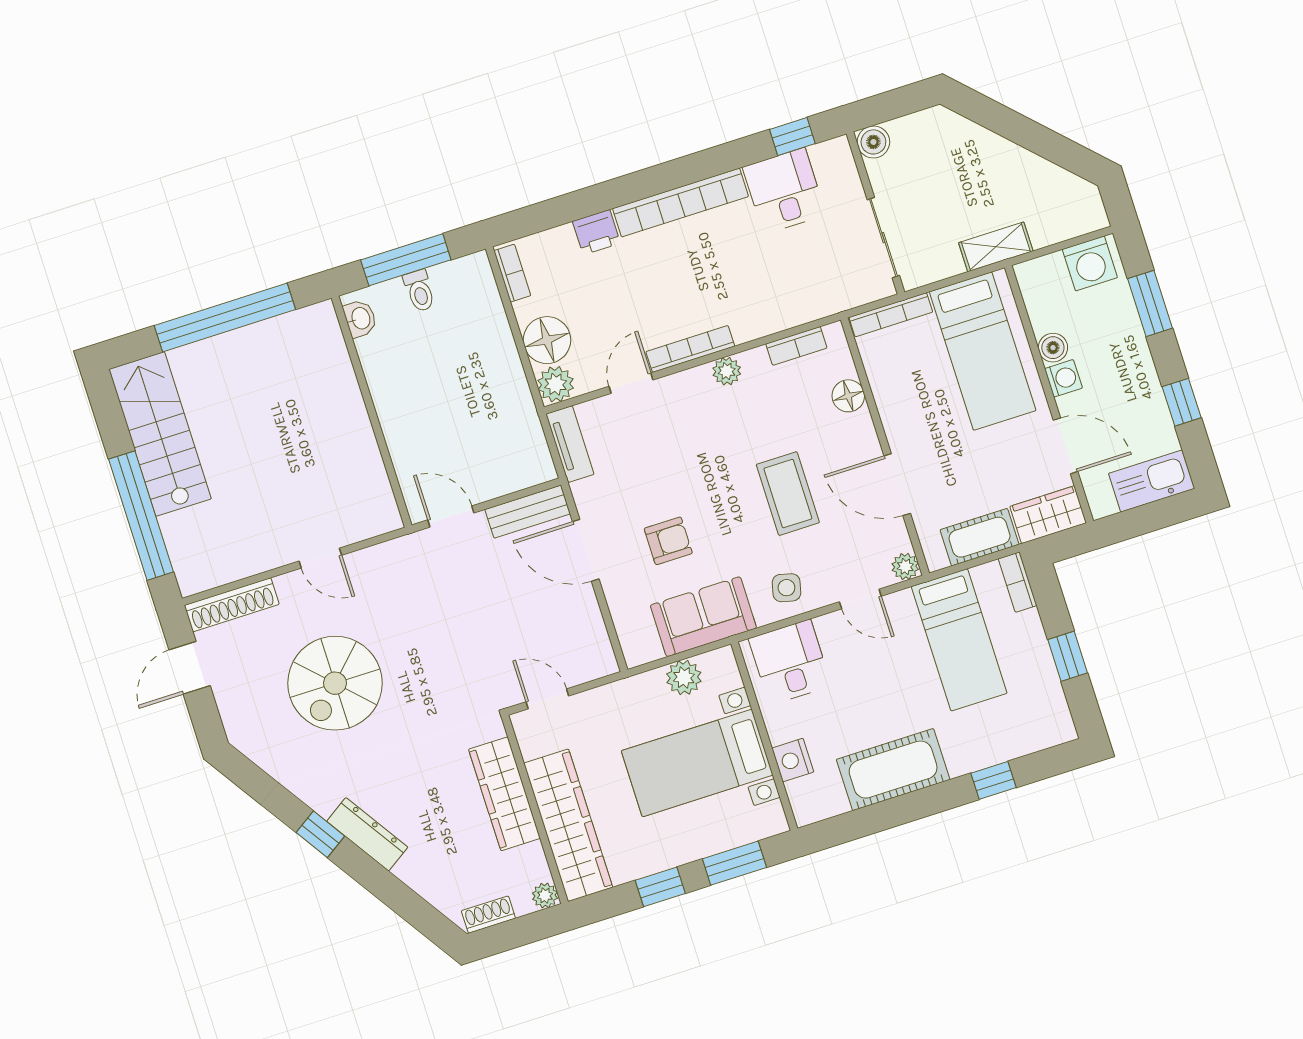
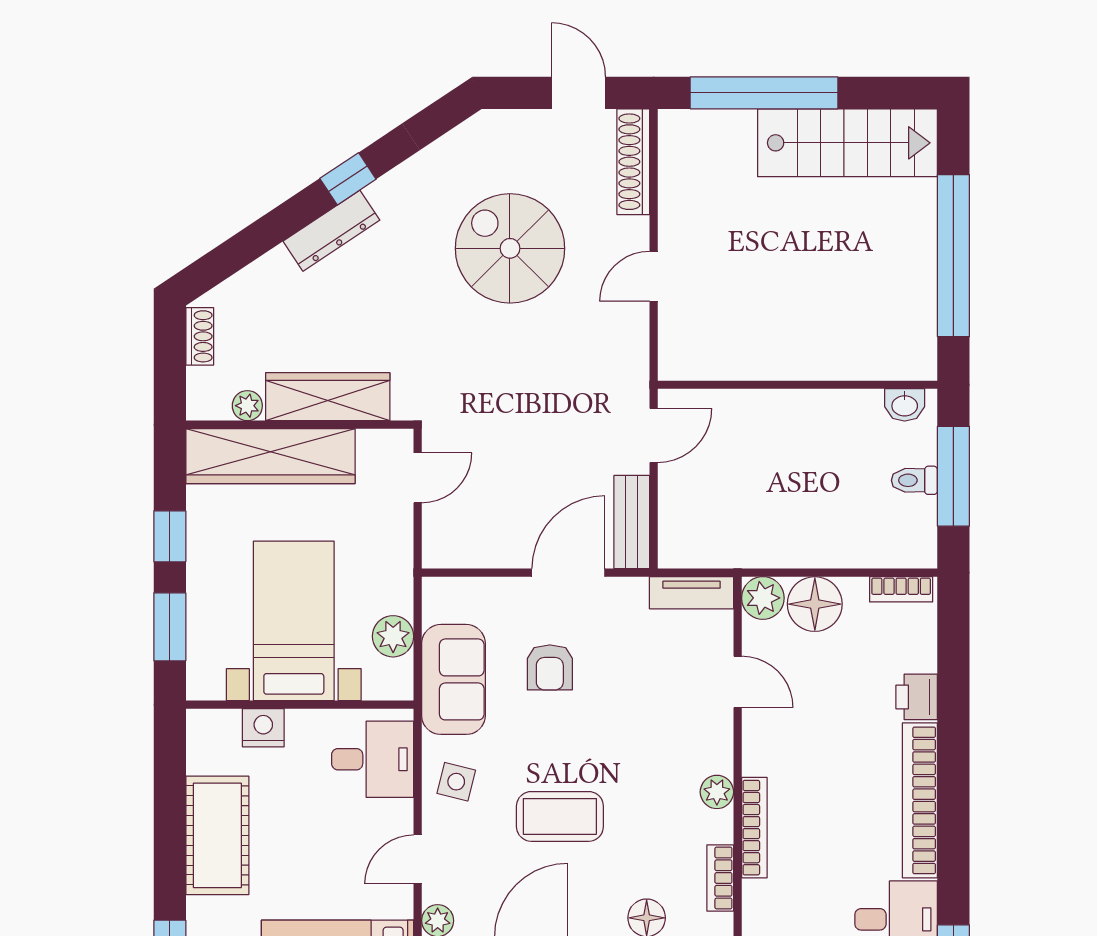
bookcase: (690, 349) -> (754, 828), moved
plant: (545, 896) -> (247, 406), moved

